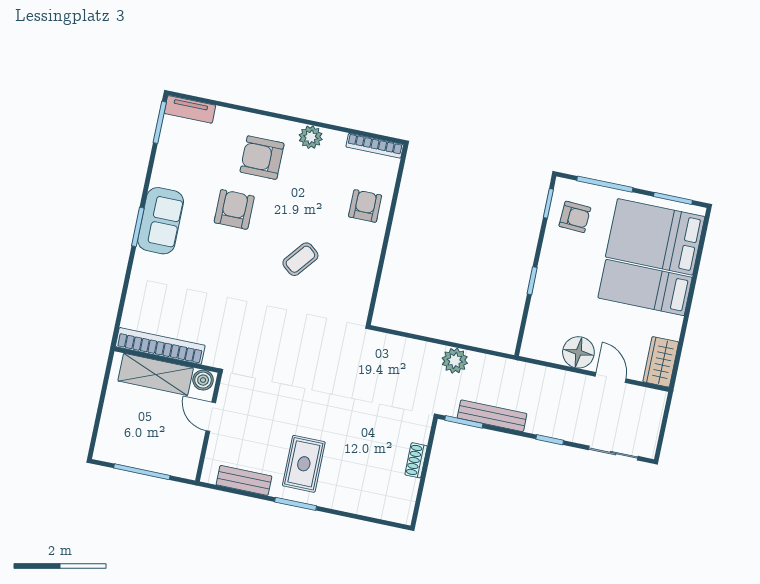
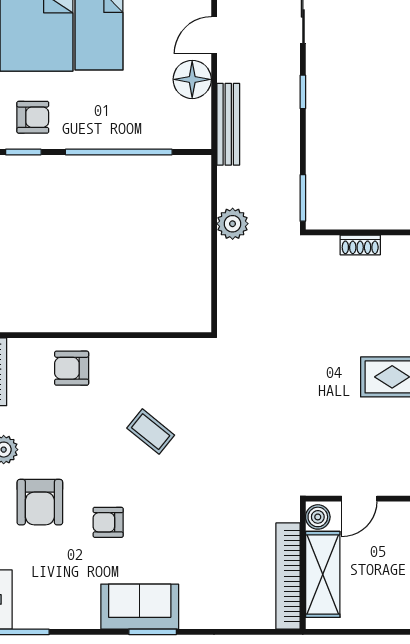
armchair: (234, 209) -> (108, 522), width x0.72, depth x0.72
armchair: (575, 217) -> (33, 117), turned 87
window: (532, 281) -> (119, 152), width x3.17
bench: (492, 416) -> (228, 124), moved

